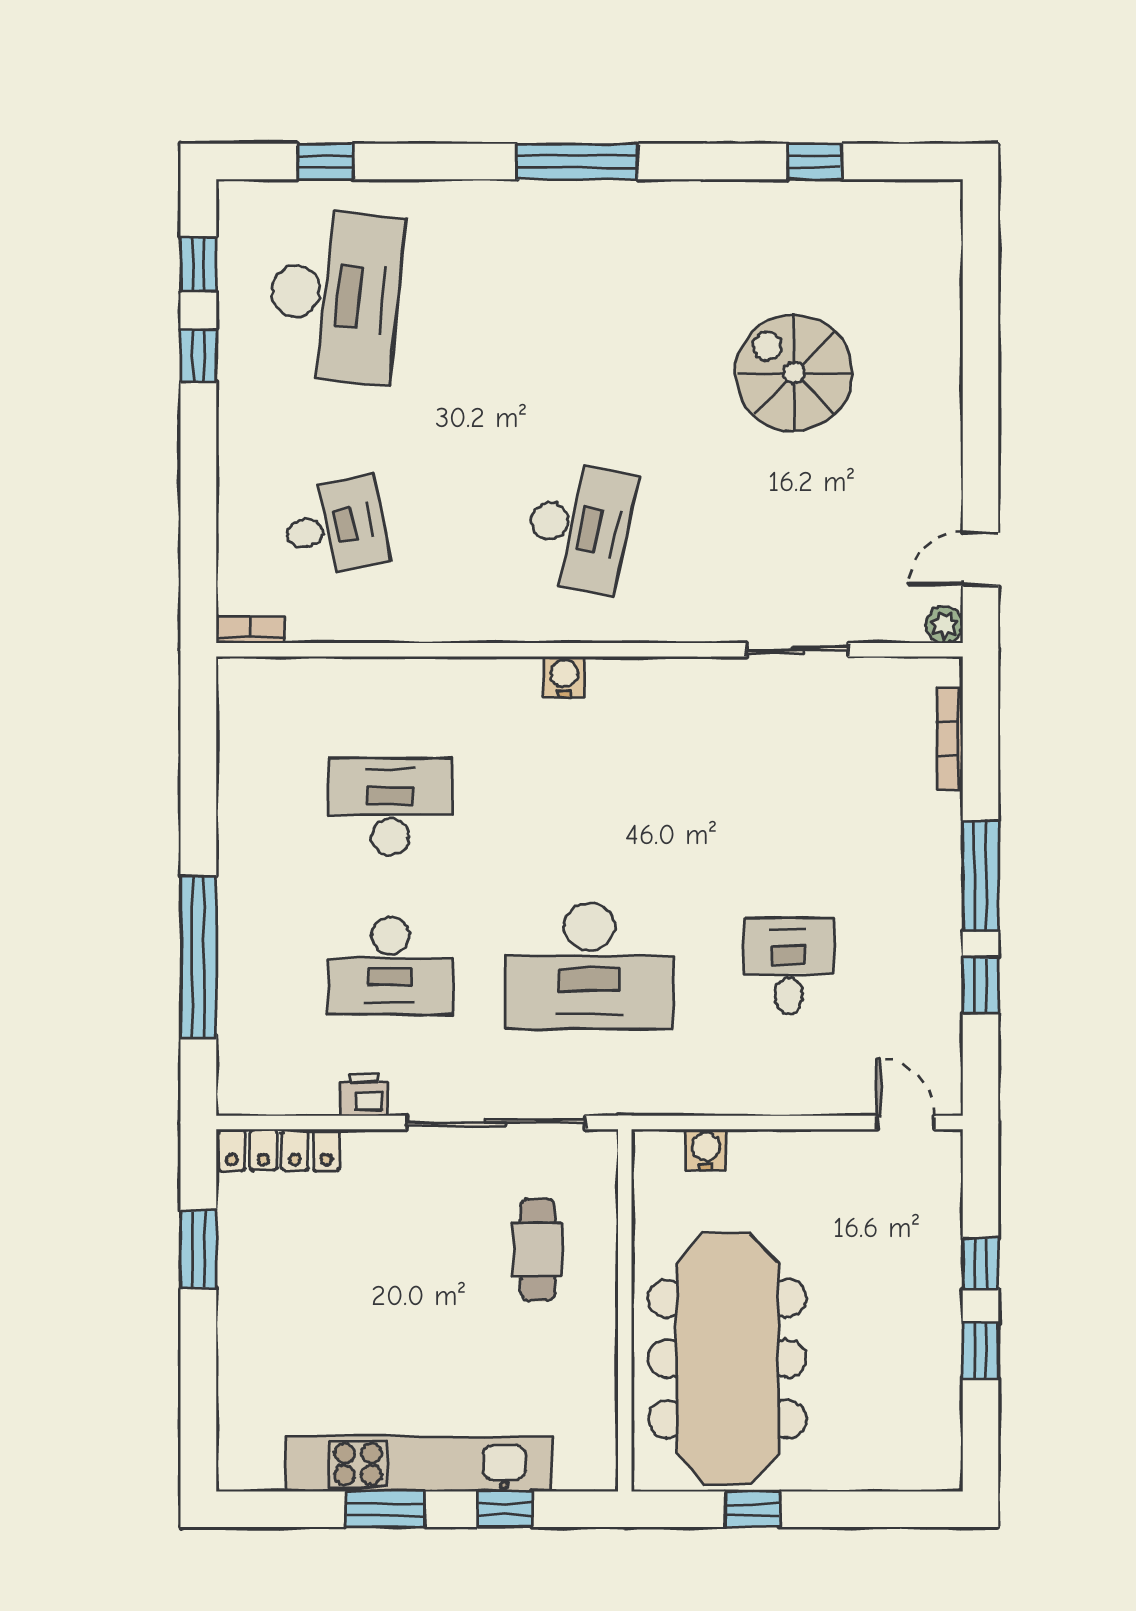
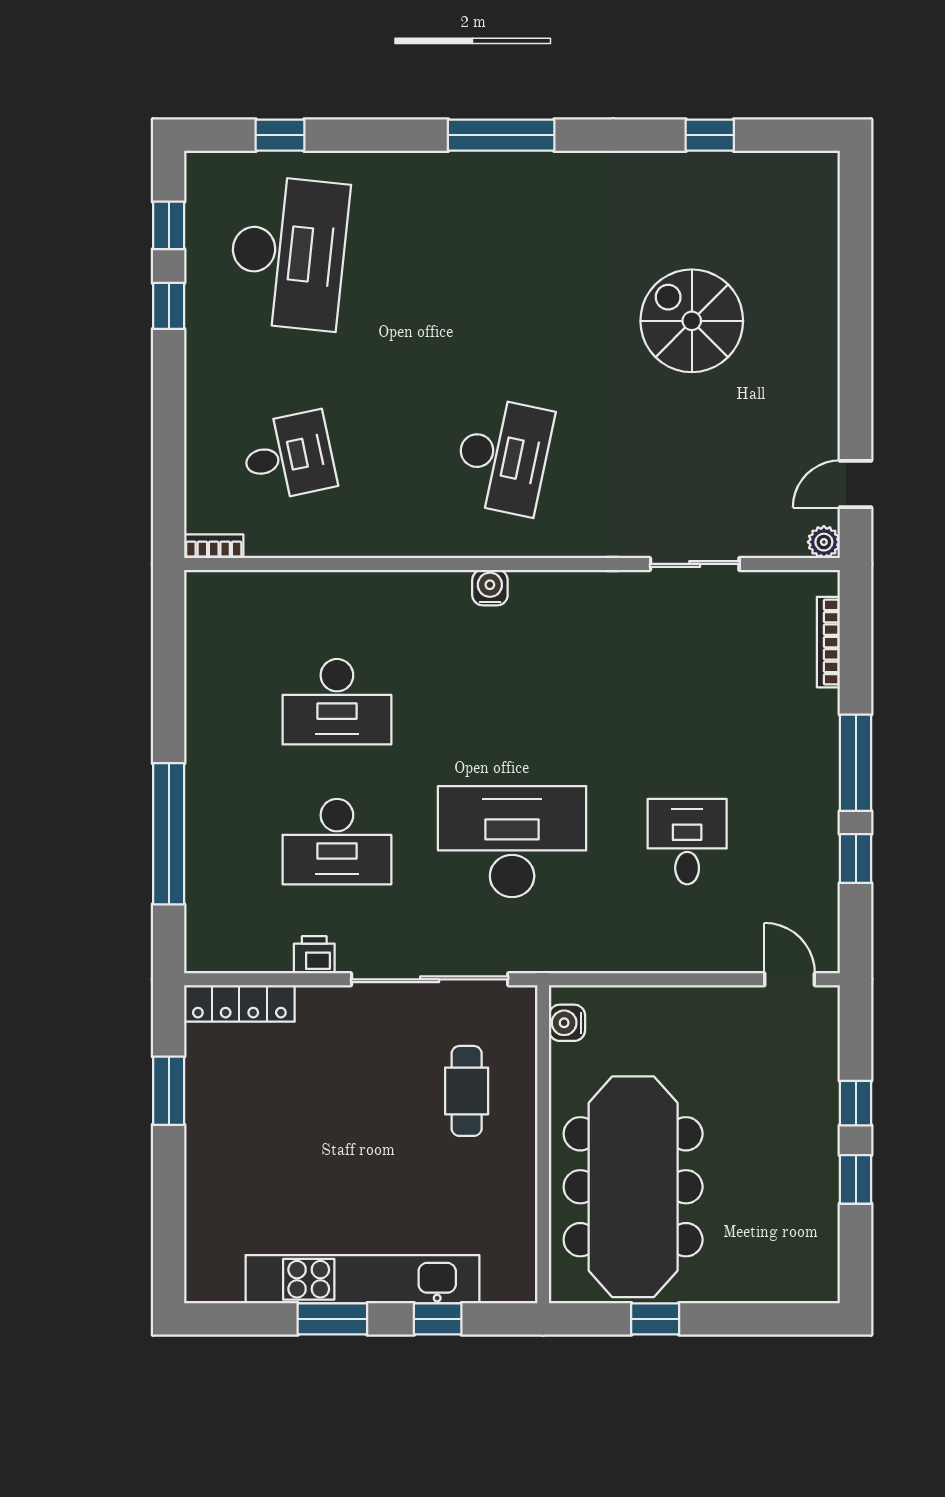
desk: (390, 807) -> (337, 702), turned 180
desk: (589, 966) -> (512, 842), turned 180
water cooler: (706, 1150) -> (567, 1023), moved, turned -90

